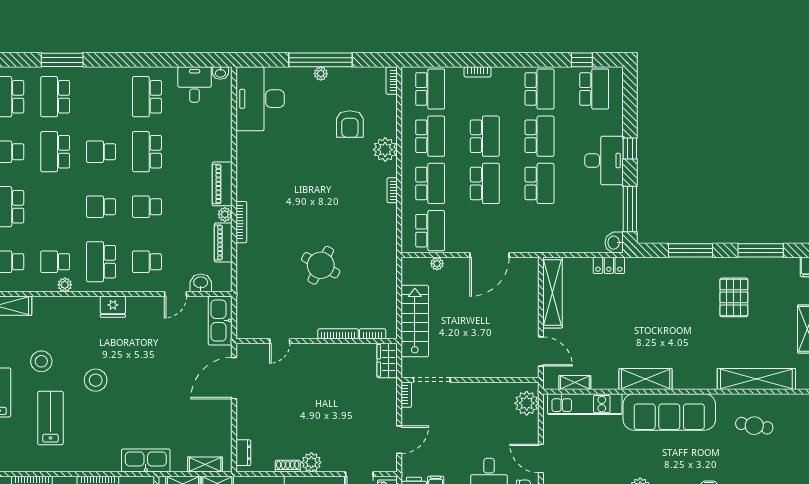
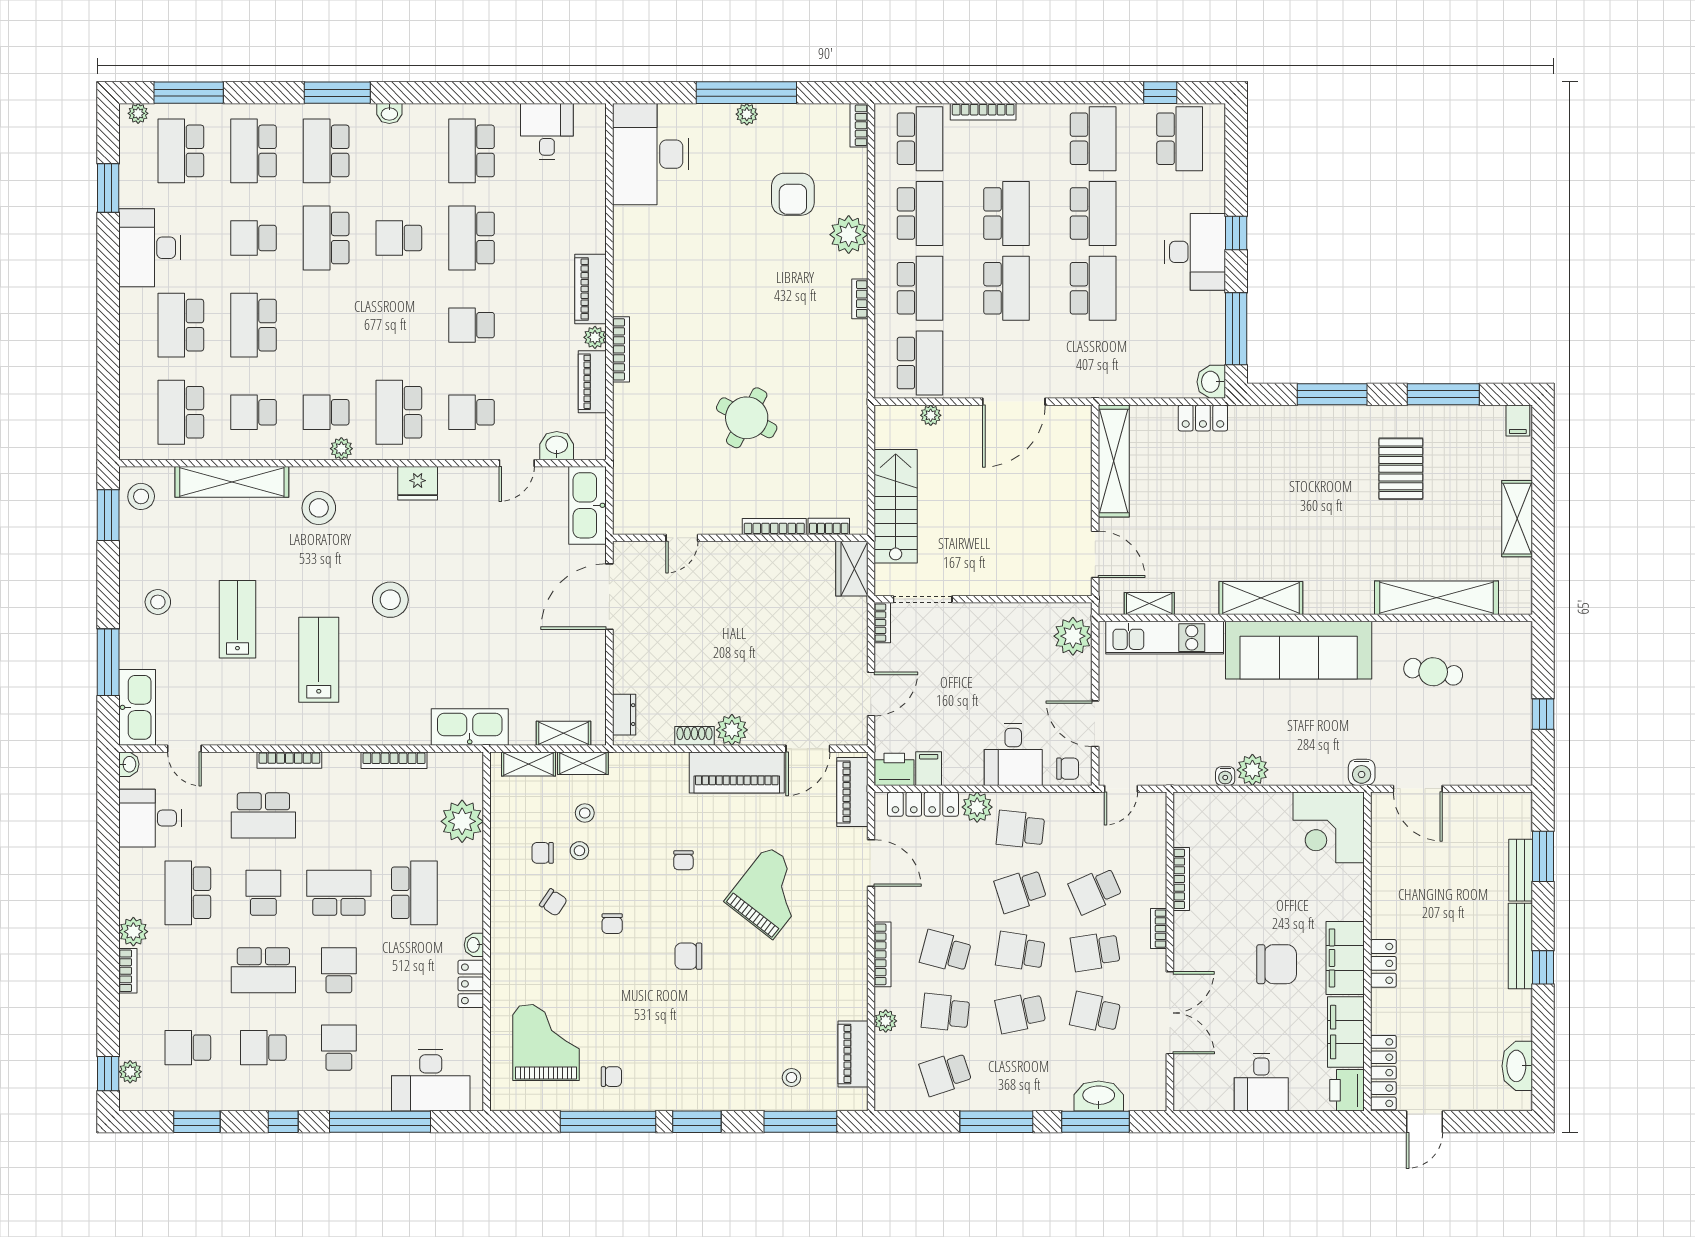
bookcase: (477, 72) -> (983, 112), width x1.56
washbasin: (220, 73) -> (389, 113), moved
school desk: (101, 207) -> (399, 325), removed
stool: (41, 361) -> (319, 508), moved

